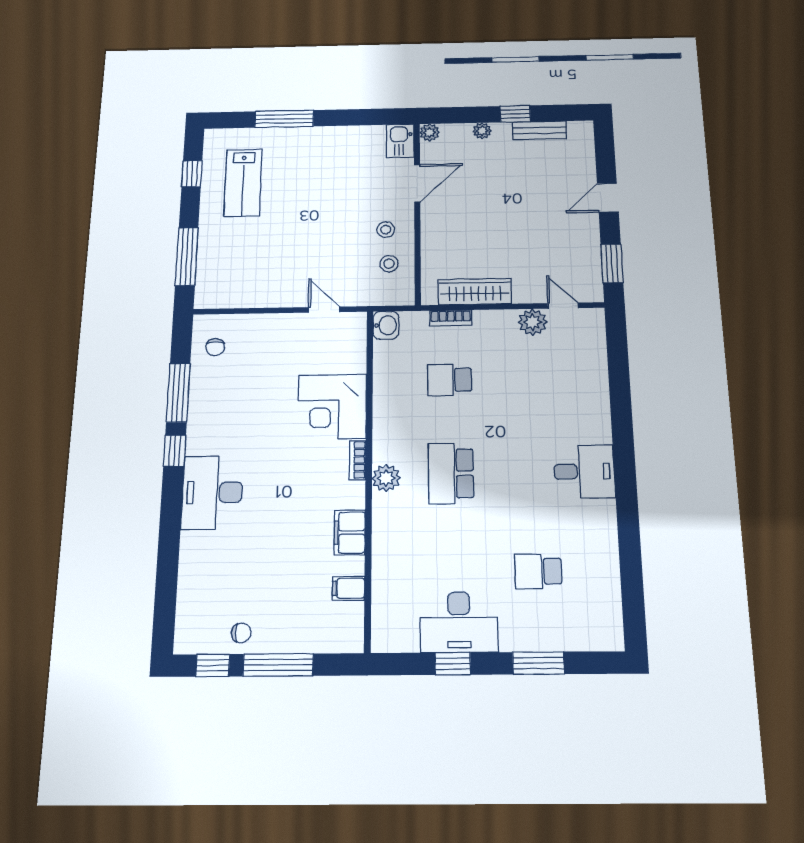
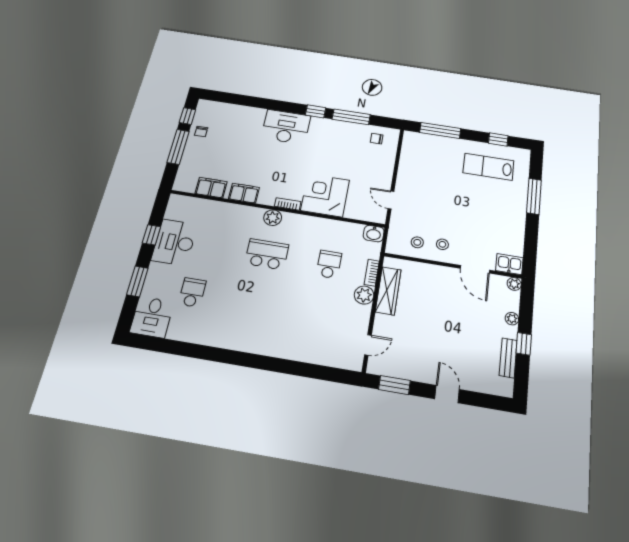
door: (324, 310) -> (391, 200), swing flipped
plant: (533, 322) -> (364, 295), moved
desk: (584, 471) -> (152, 317), moved
filing cabinet: (348, 588) -> (211, 188), width x2.00

